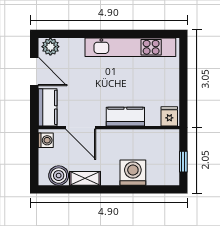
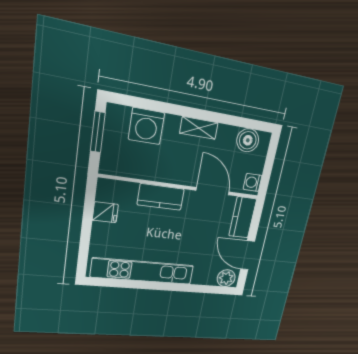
fridge: (169, 116) -> (105, 212), moved, turned -90
window: (183, 162) -> (98, 132), width x1.50
washing machine: (133, 173) -> (146, 126), moved
shelving: (85, 178) -> (199, 128), moved

